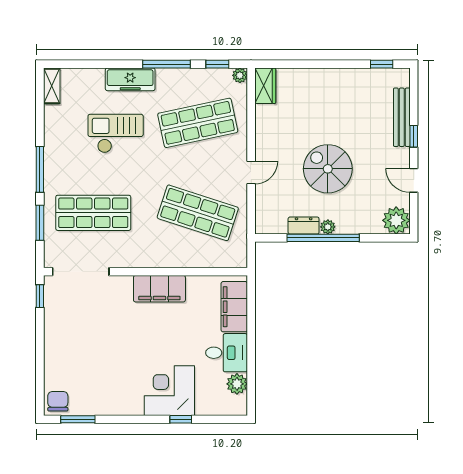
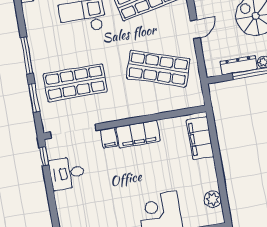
dresser: (304, 226) -> (239, 65), width x1.44
filing cabinet: (123, 287) -> (109, 138), added
desk: (227, 353) -> (67, 173), moved, turned 180

